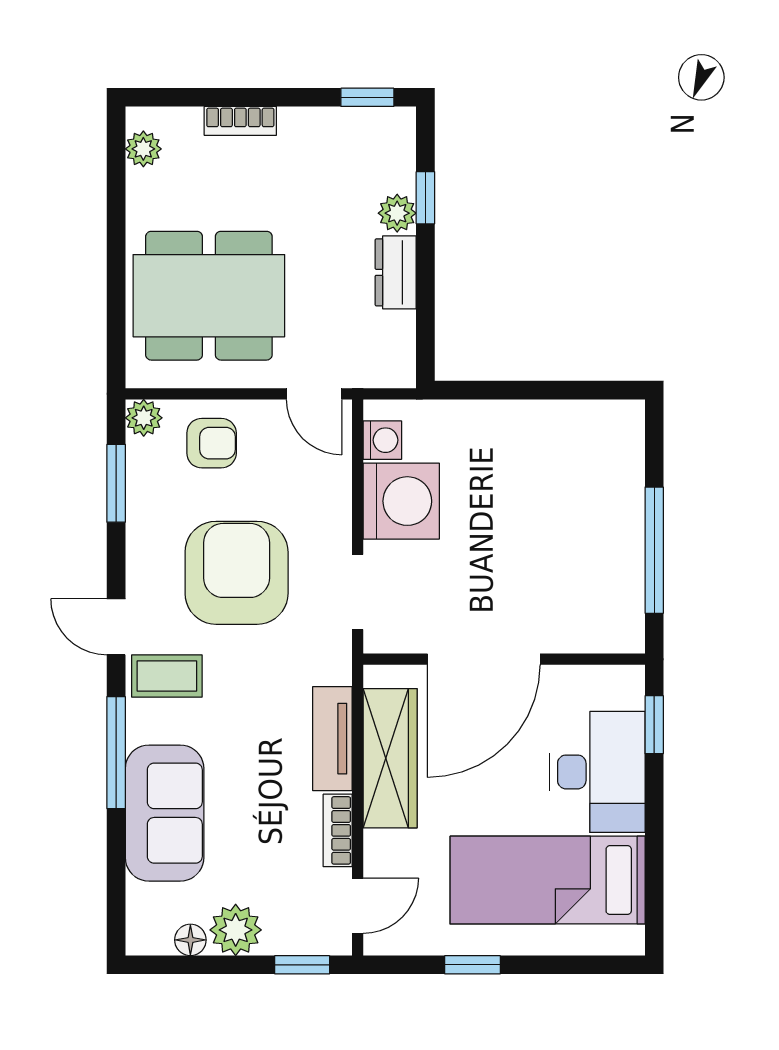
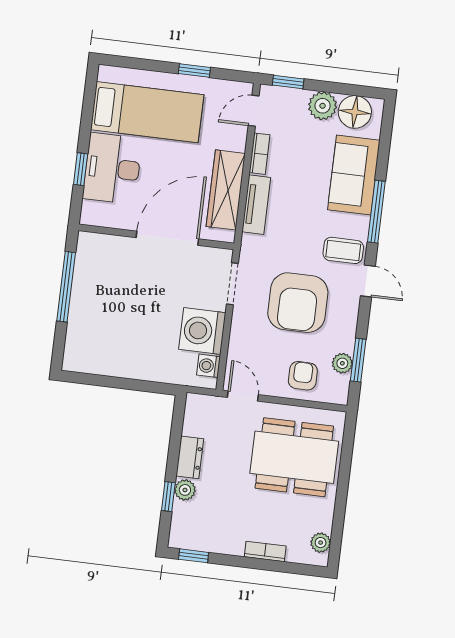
plant: (144, 418) -> (342, 363), moved
armchair: (212, 443) -> (303, 376), turned 90
window: (654, 725) -> (81, 169), moved
floor lamp: (190, 940) -> (355, 112), width x1.89, depth x1.89

